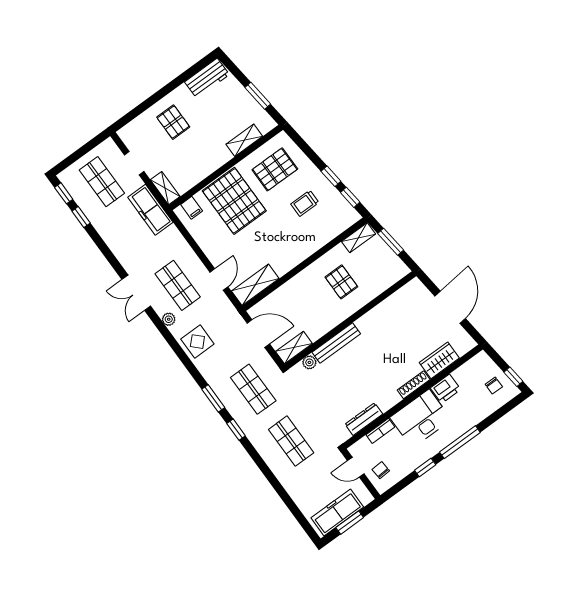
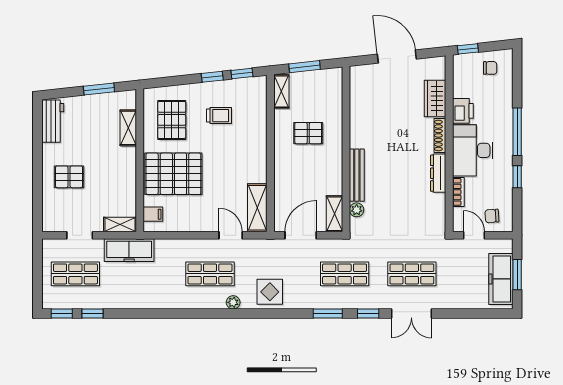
trolley: (305, 203) -> (219, 116), turned -90
double door: (136, 293) -> (411, 313), moved
window: (513, 377) -> (468, 49), moved
dresser: (364, 419) -> (438, 173), moved
door: (356, 467) -> (474, 235), swing flipped

